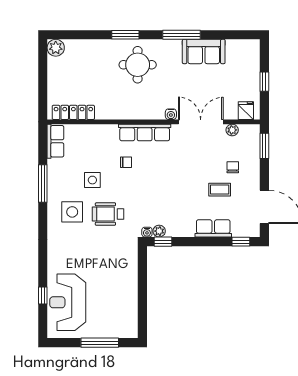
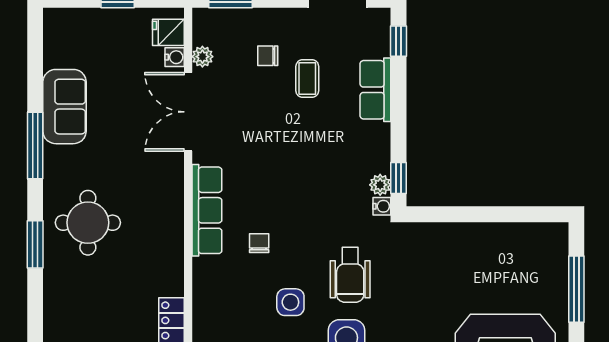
water cooler: (171, 114) -> (175, 57), moved

